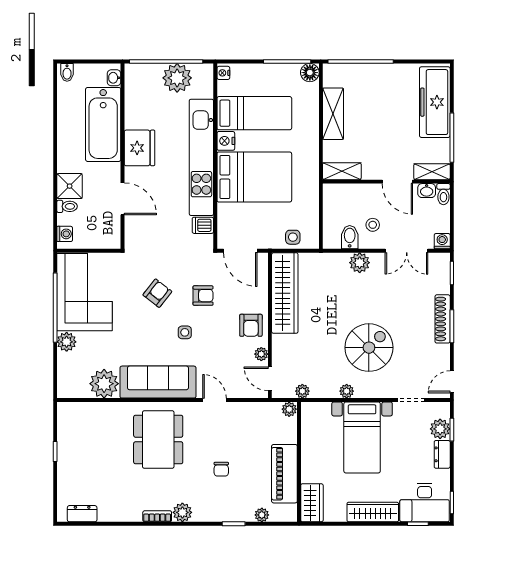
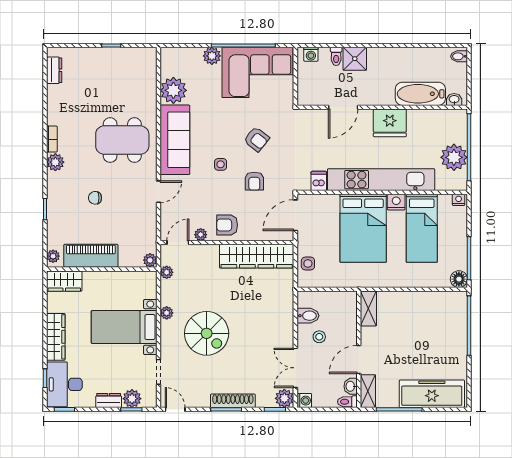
shelving: (333, 114) -> (421, 300), removed
bathtub: (103, 124) -> (420, 94), width x0.73, depth x0.73
plant: (360, 263) -> (284, 398), moved
plant: (262, 515) -> (53, 256), moved

